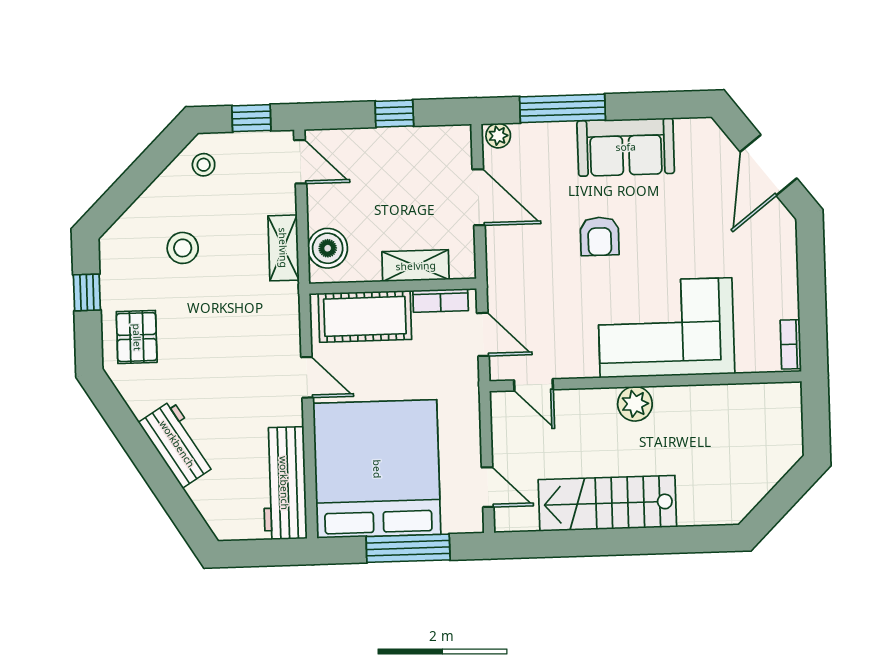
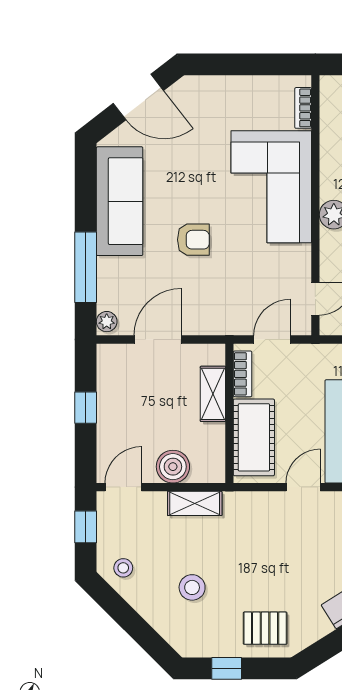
sofa: (626, 147) -> (120, 201), width x1.36
boiler: (328, 248) -> (173, 467), moved
bookcase: (791, 344) -> (303, 108), moved, turned 90

